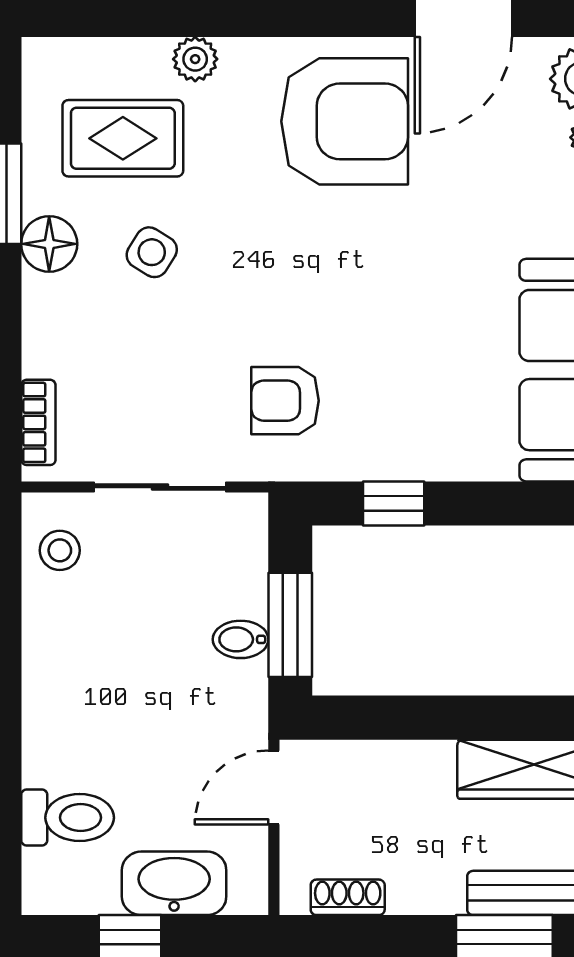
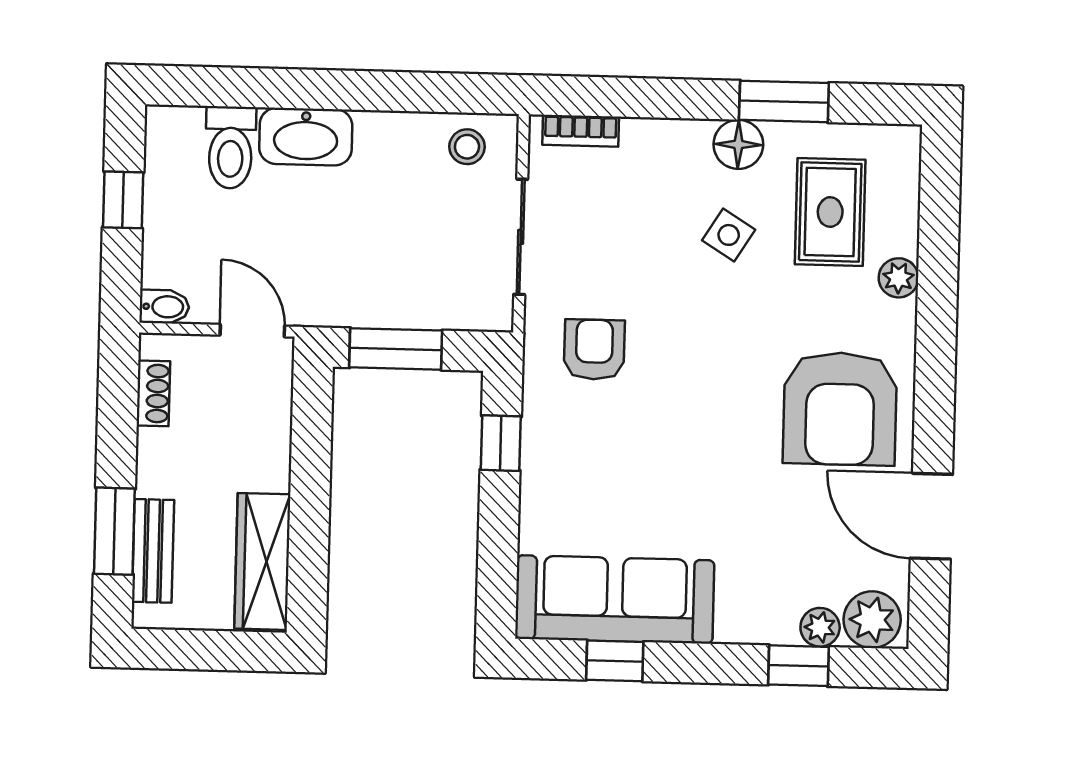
bidet: (241, 639) -> (164, 307), moved, turned 90
washbasin: (174, 883) -> (306, 137), moved, turned 90

